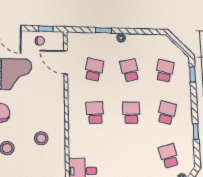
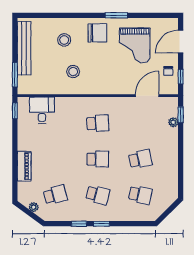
window: (103, 30) -> (181, 115), moved
plant: (121, 38) -> (173, 122), moved
school desk: (94, 70) -> (140, 123), removed
window: (193, 74) -> (102, 224), moved

